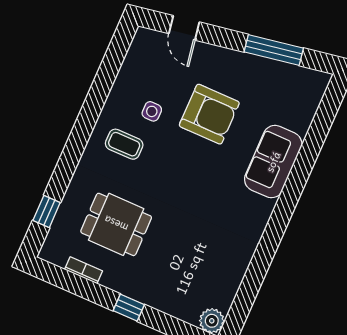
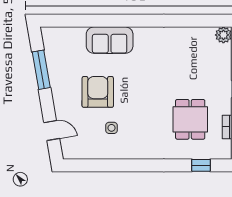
door: (184, 28) -> (52, 131), hinge flipped
coffee table: (124, 144) -> (139, 136), removed

